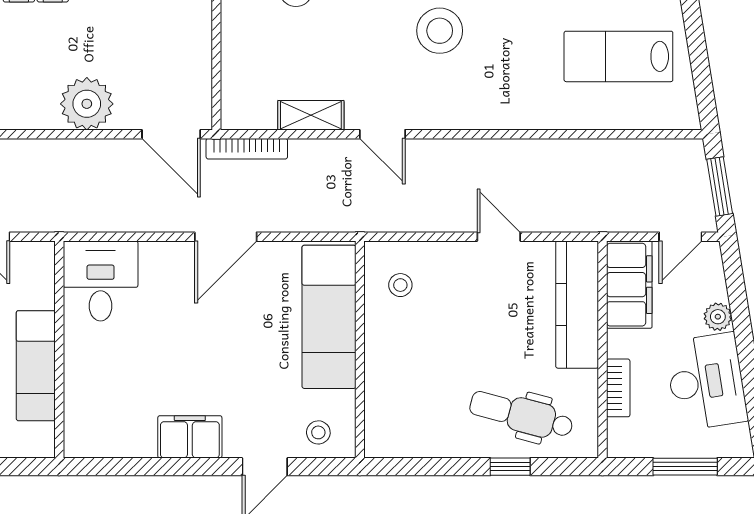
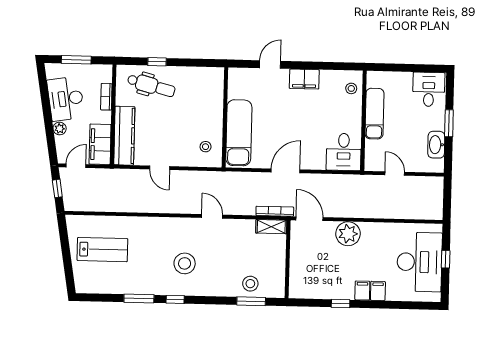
shelving: (311, 115) -> (271, 227), moved
window: (720, 186) -> (57, 188), width x0.67
stool: (318, 432) -> (351, 88), moved

